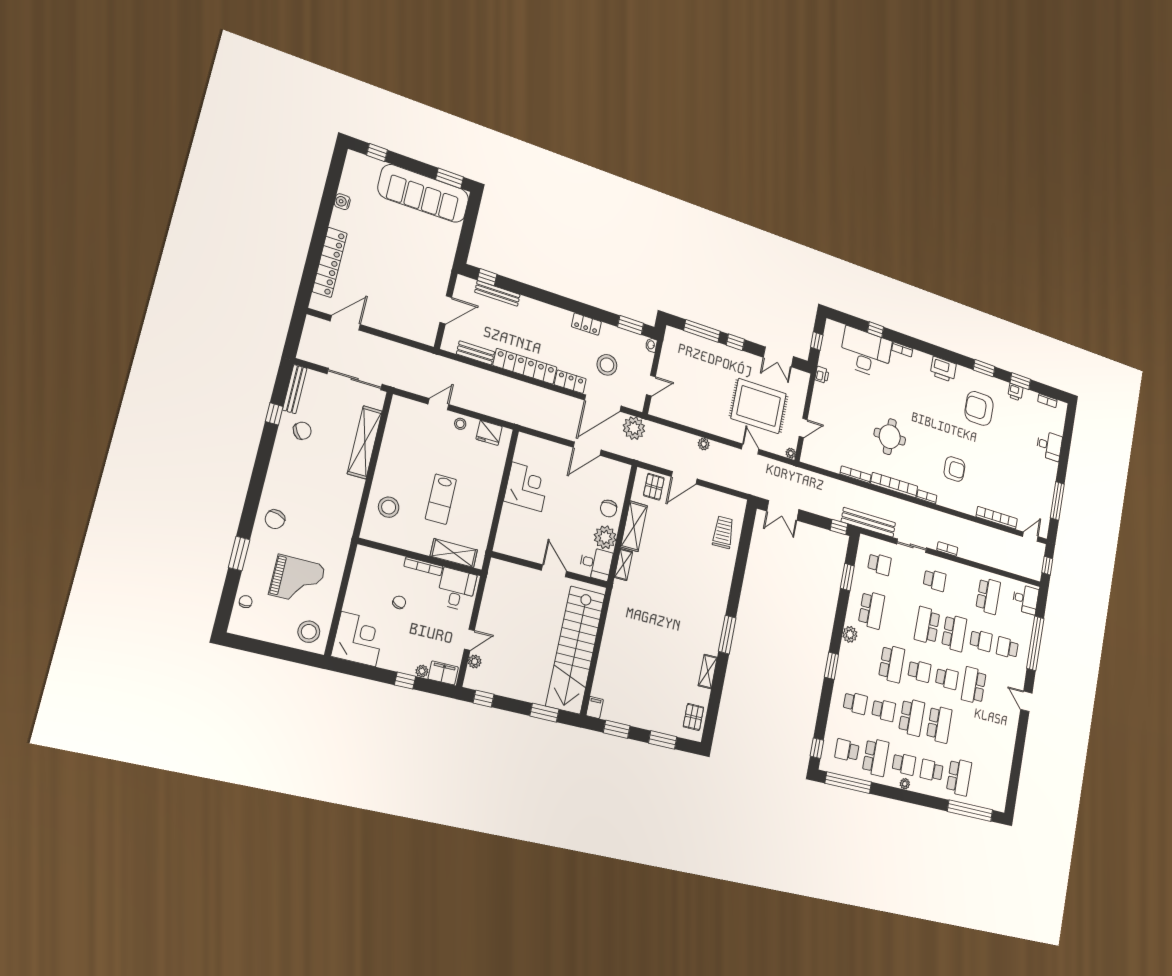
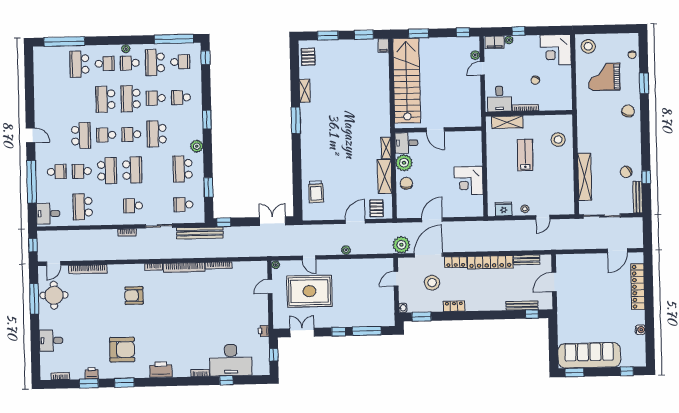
round table: (890, 437) -> (54, 295), moved
school desk: (954, 633) -> (107, 171), turned 180

